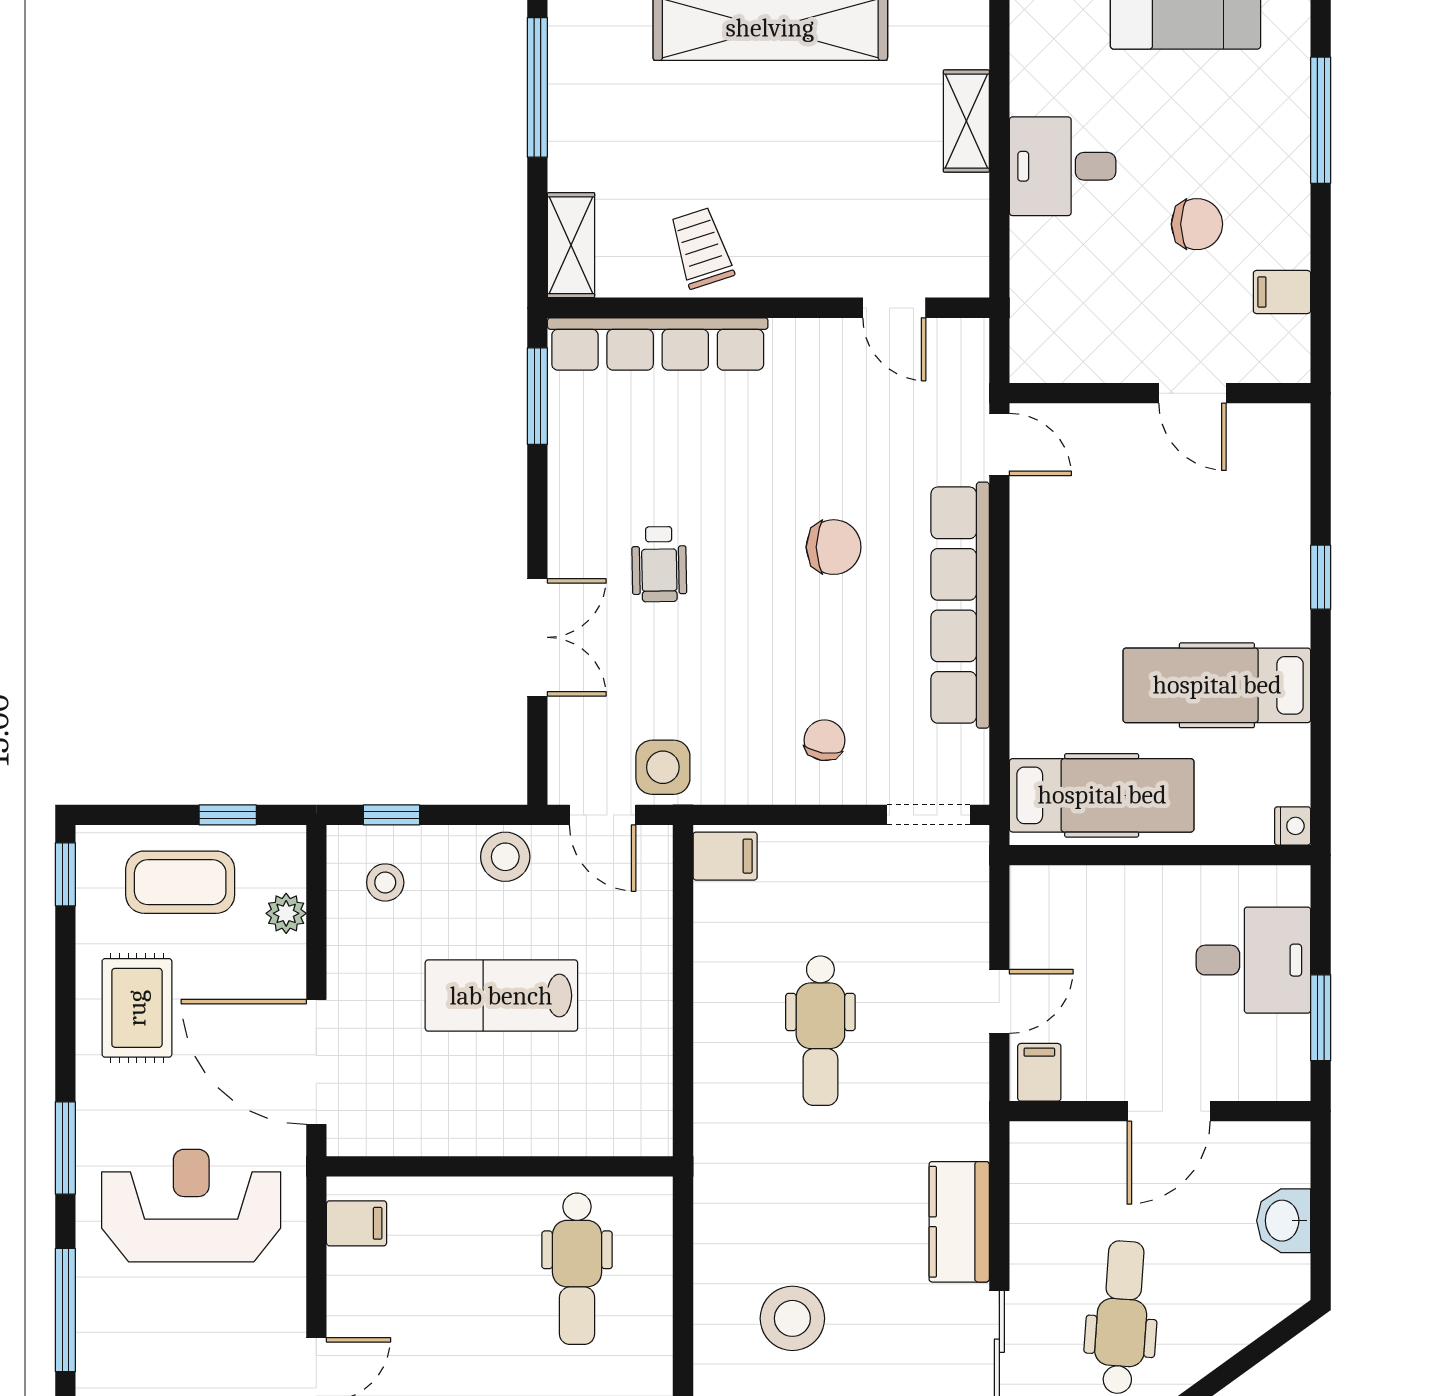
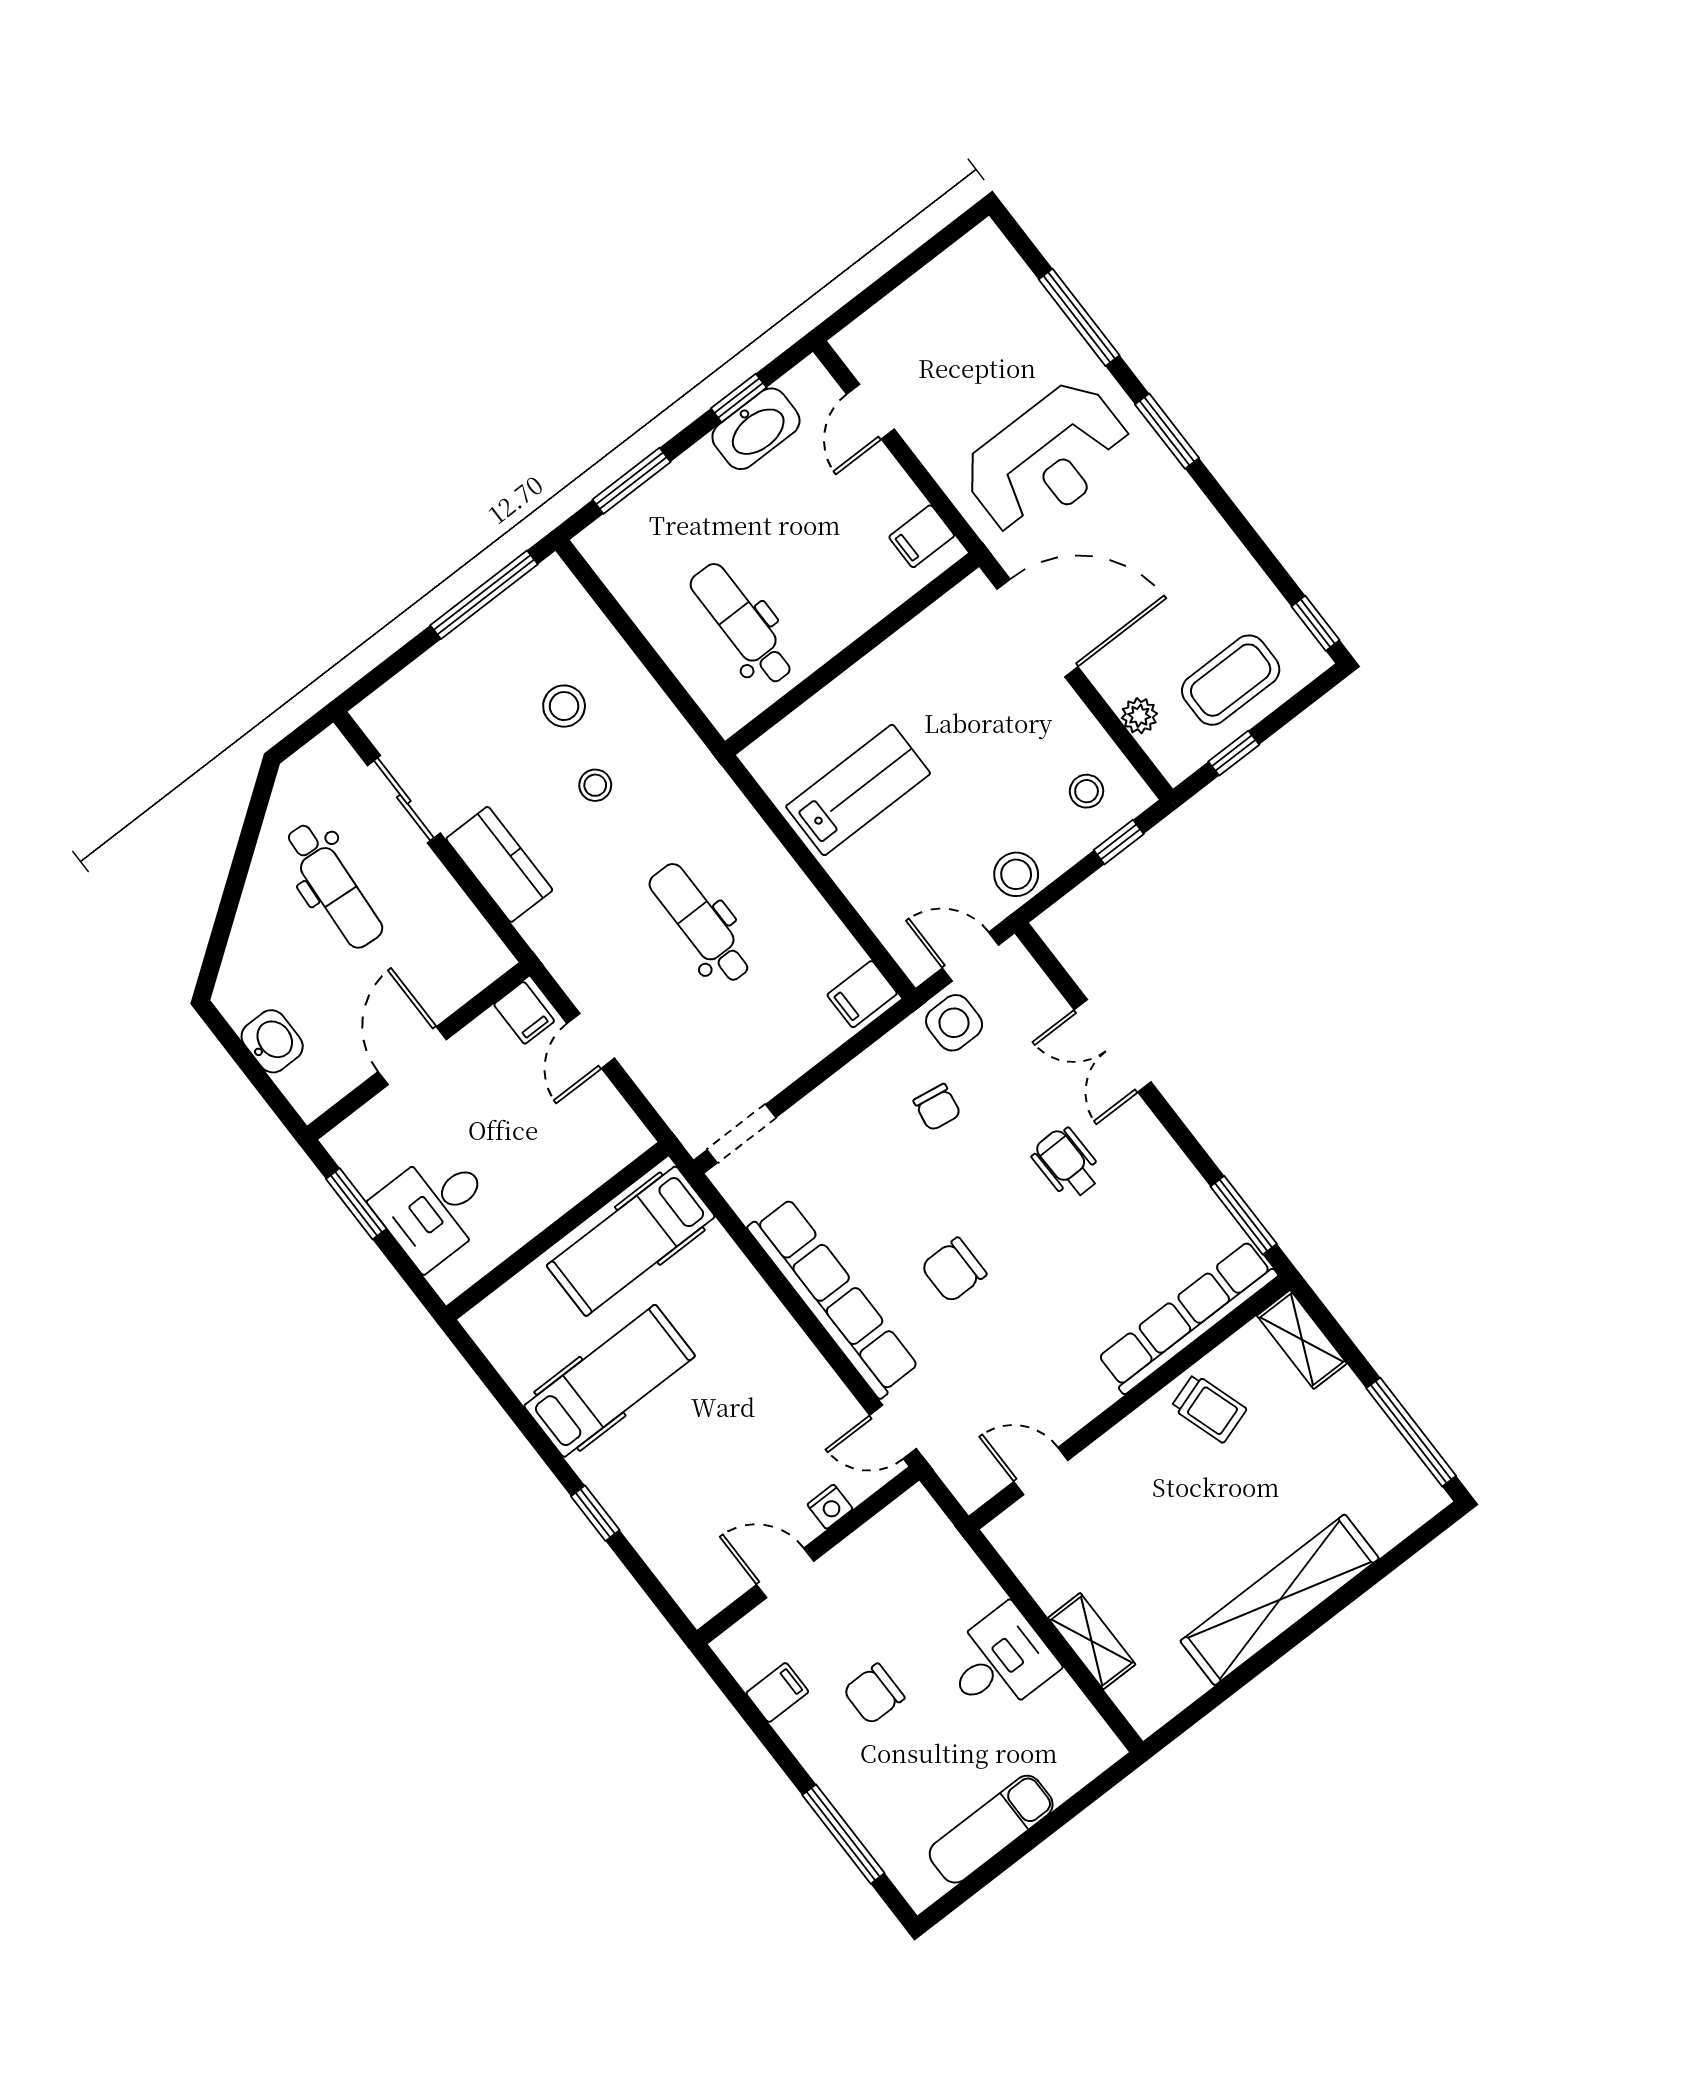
chair: (824, 740) -> (937, 1107), moved
nightstand: (1293, 826) -> (830, 1507), moved, turned -90
lab bench: (501, 996) -> (858, 790), moved
rug: (137, 1008) -> (1193, 568), removed
stool: (819, 1226) -> (595, 785), added
stool: (792, 1318) -> (564, 706), width x0.73, depth x0.73

